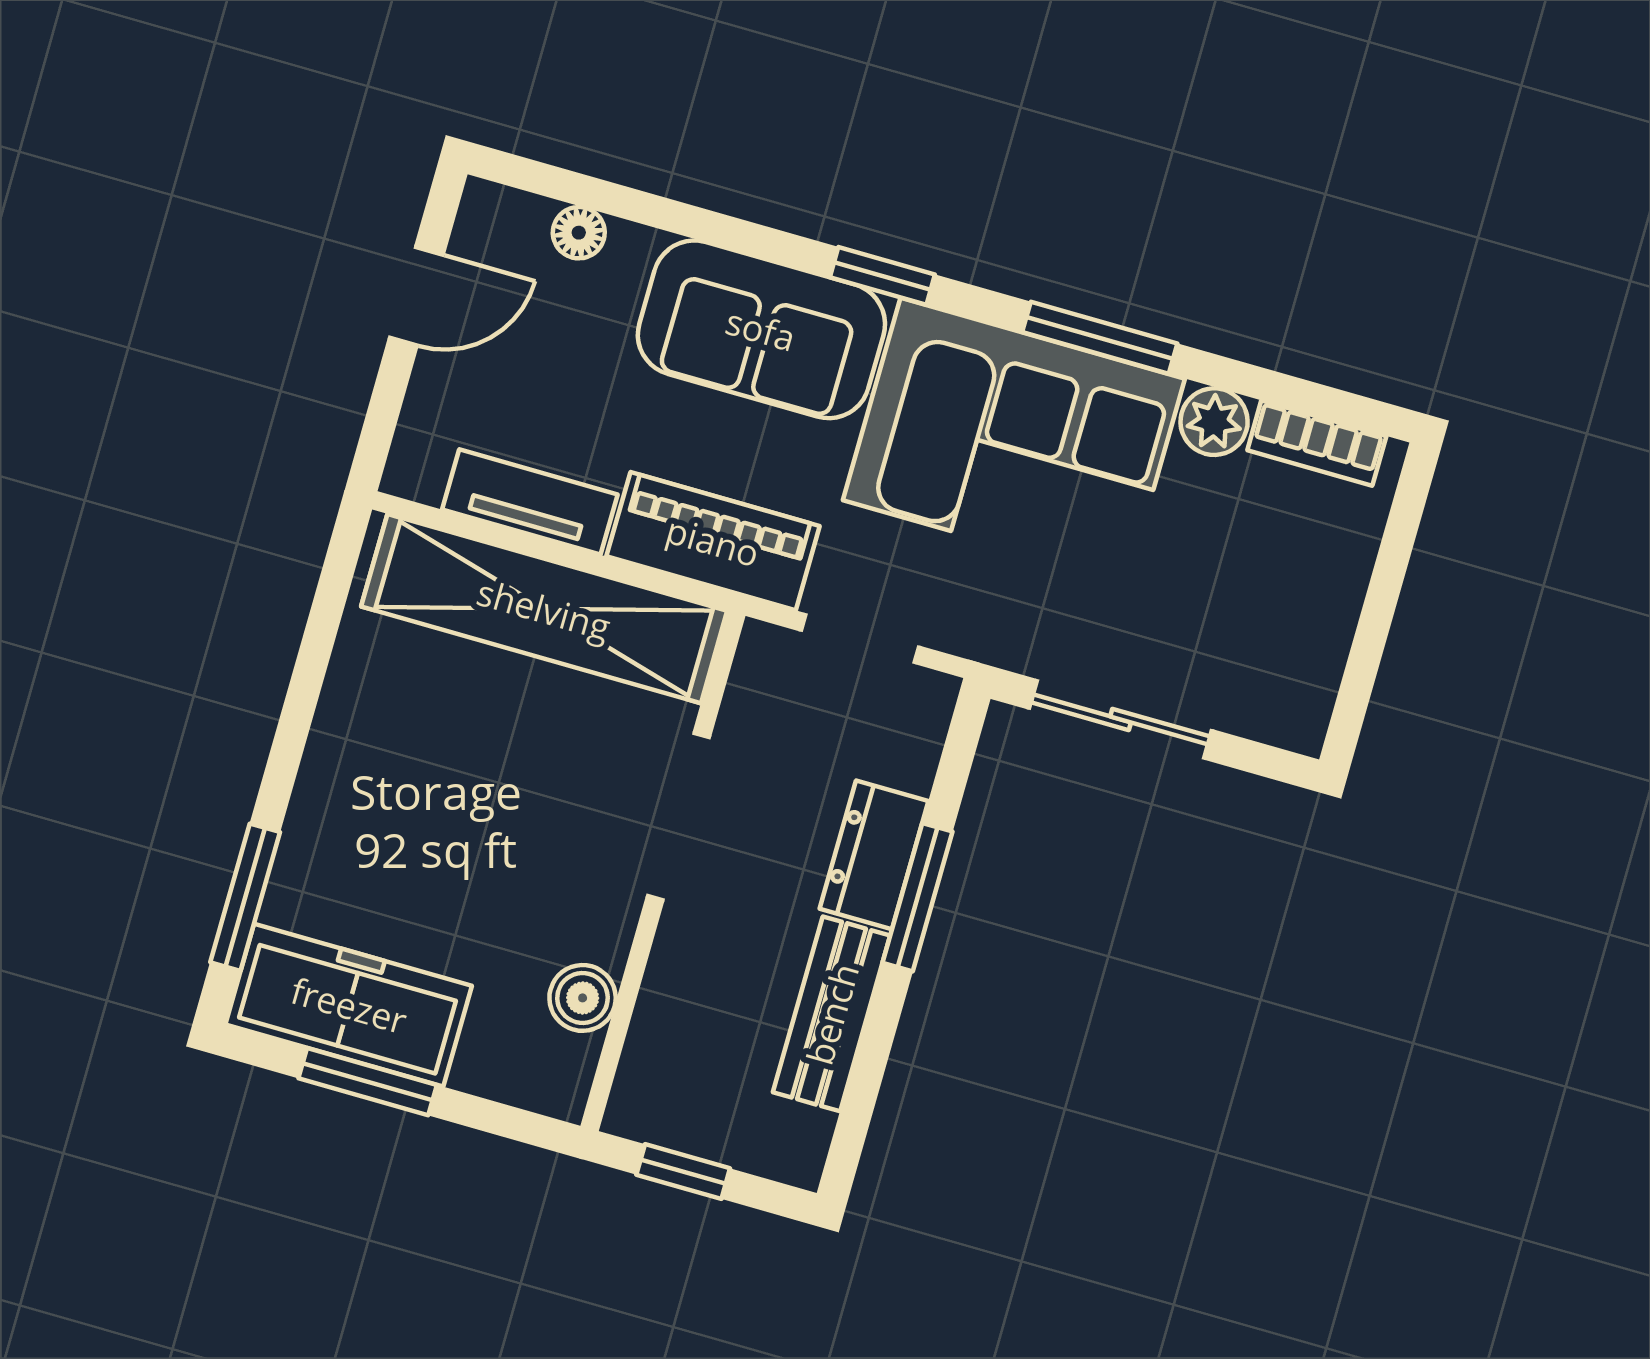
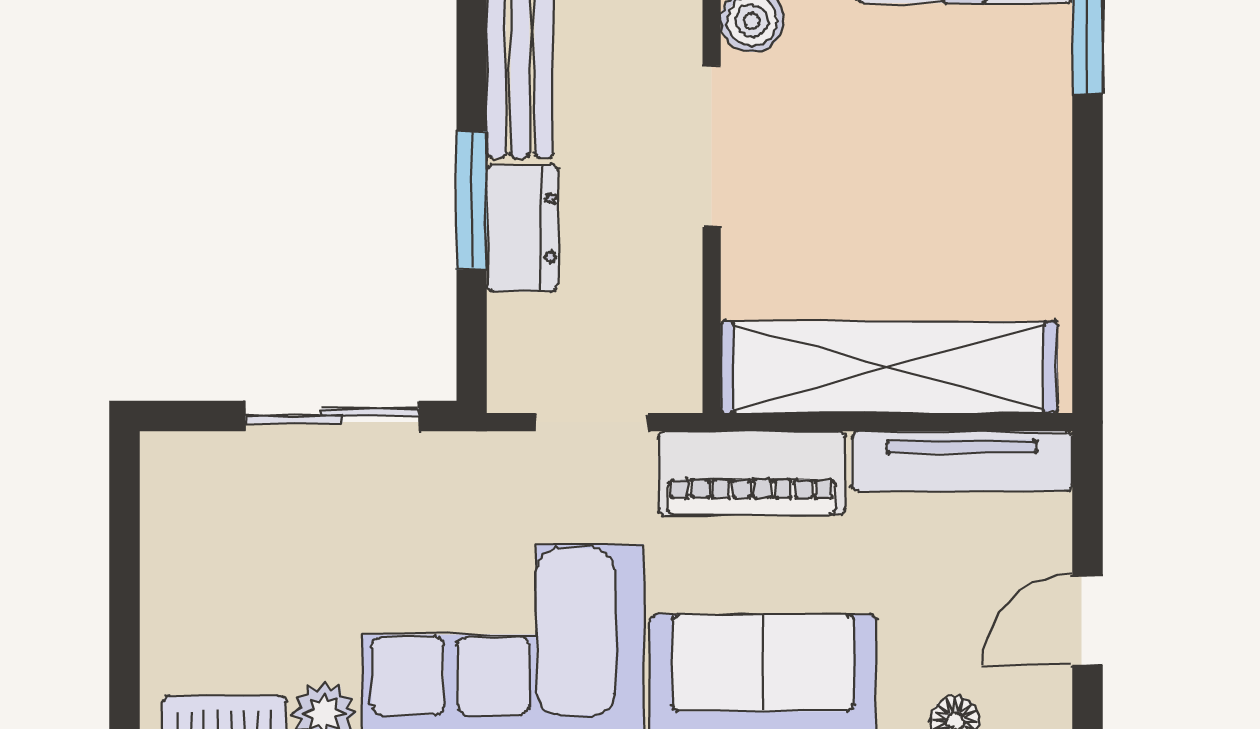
tv unit: (530, 502) -> (962, 461), width x1.41
doorway: (679, 816) -> (712, 146), moved

